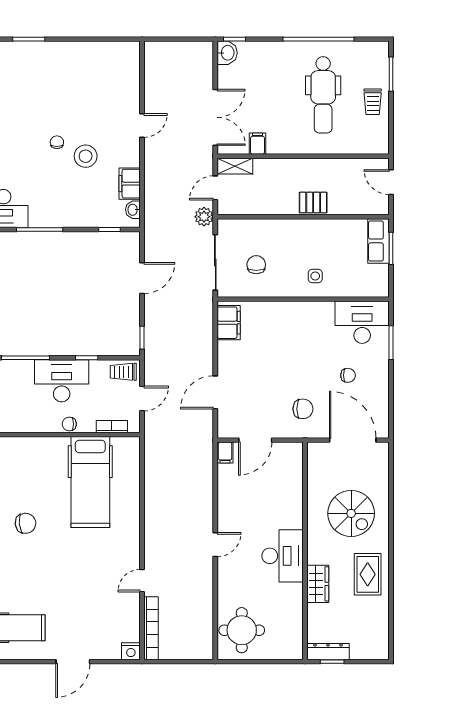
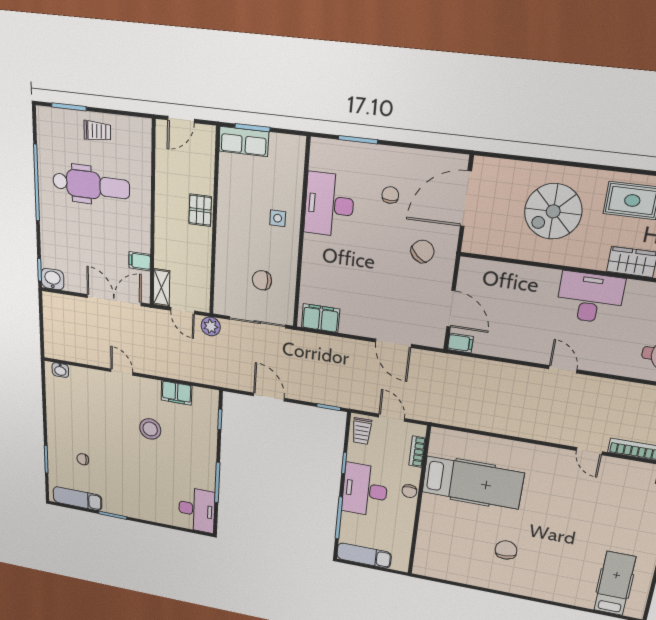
chair: (57, 142) -> (83, 459), moved
washbasin: (133, 210) -> (60, 370), moved
desk: (362, 322) -> (329, 205), moved
chair: (303, 409) -> (423, 251), turned 42
spiral stairs: (351, 513) -> (553, 211), turned 180

